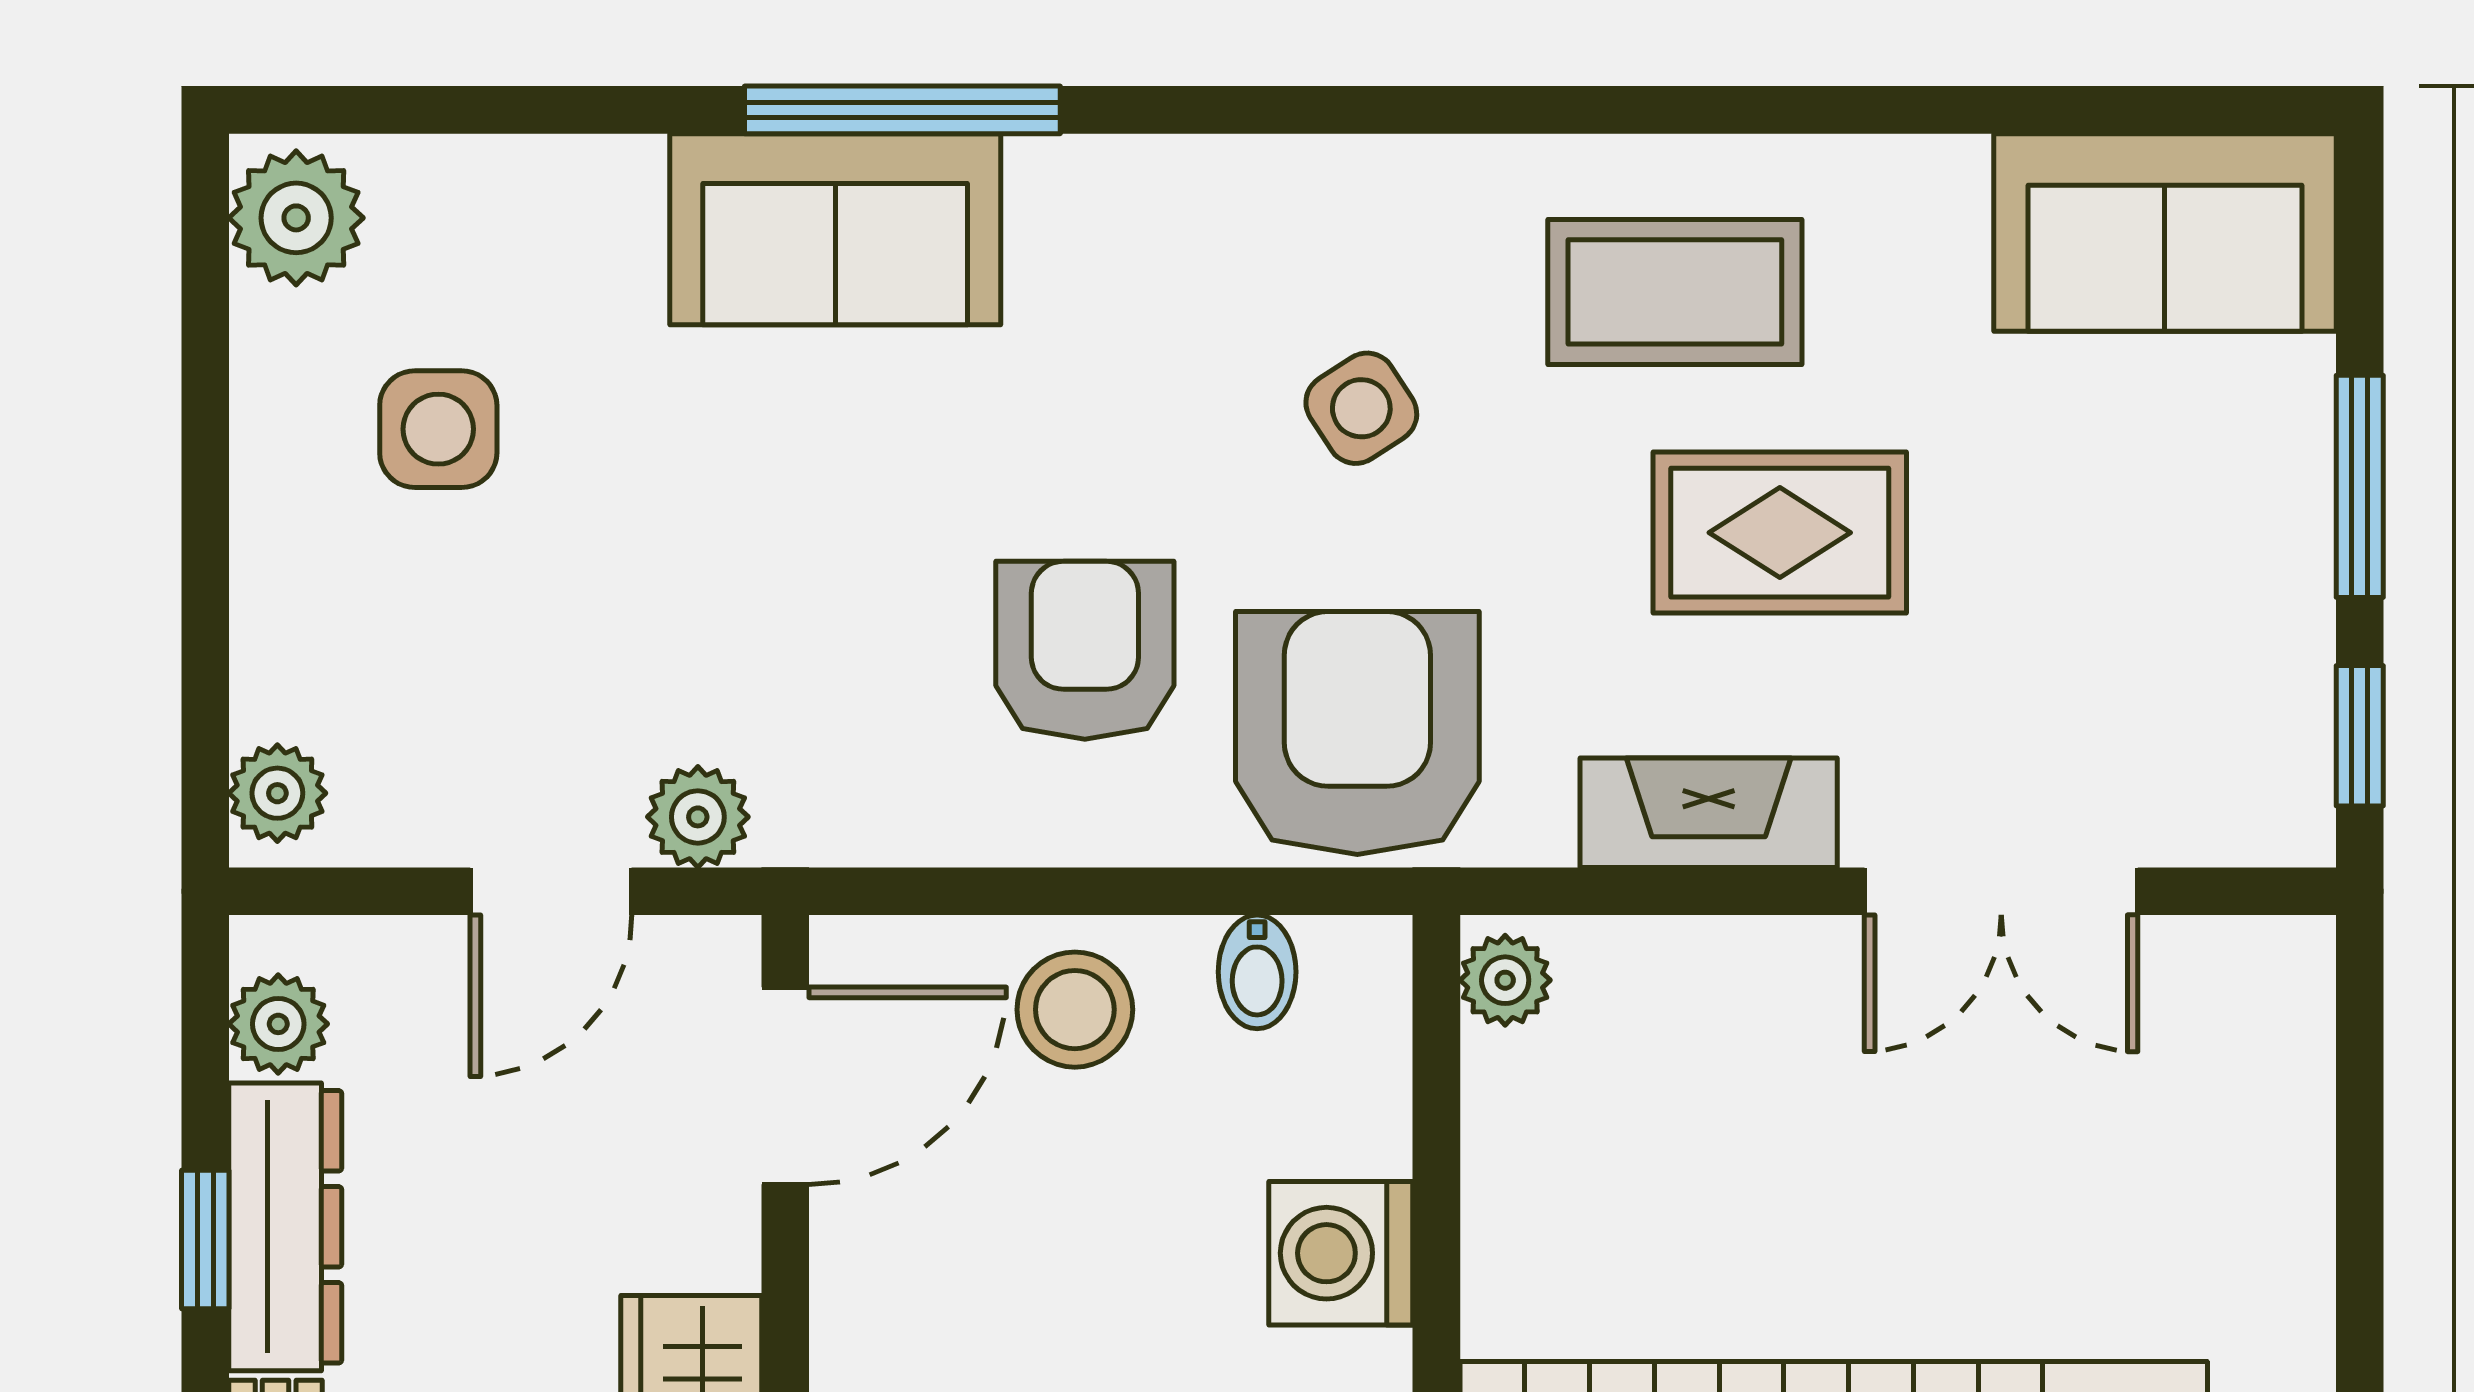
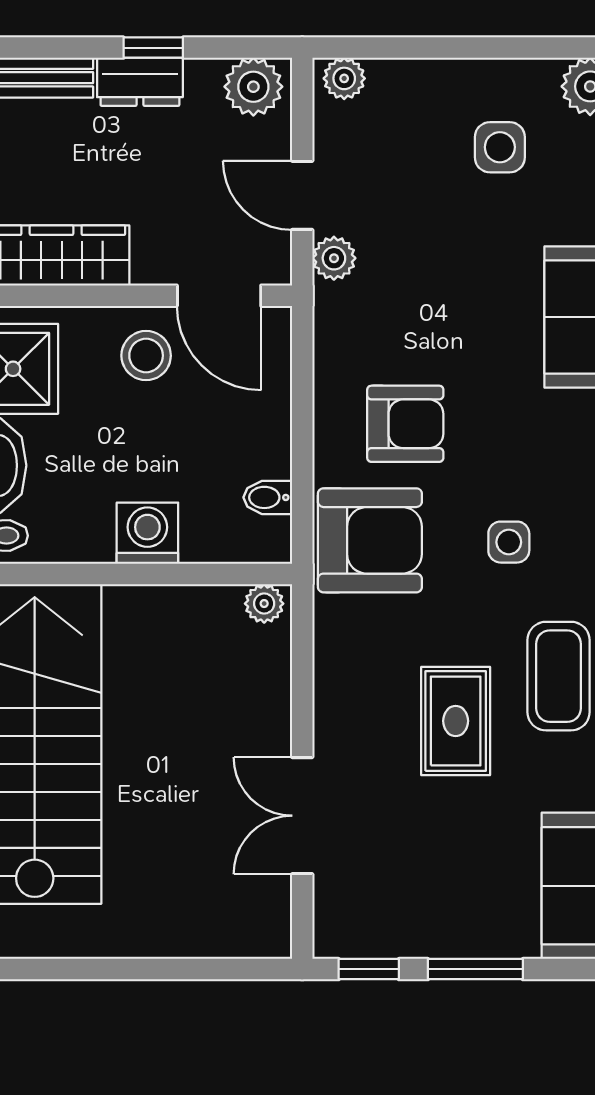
side table: (1361, 408) -> (509, 542), turned 33
fireplace: (1709, 813) -> (336, 691), removed
stool: (1075, 1010) -> (146, 356), moved
plant: (278, 1024) -> (253, 87), width x1.38, depth x1.38
dresser: (285, 1227) -> (140, 82), width x0.70

